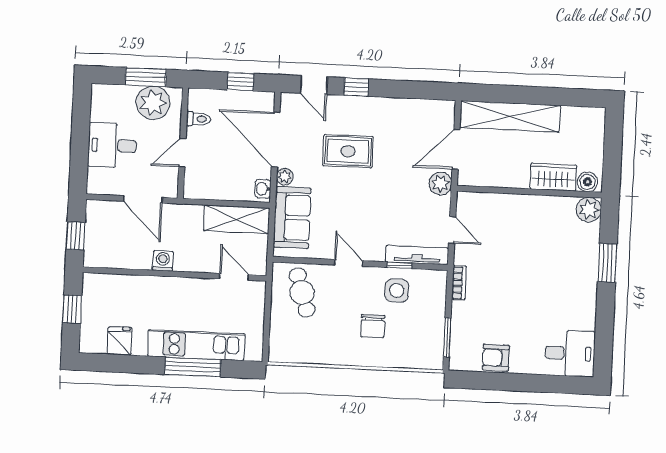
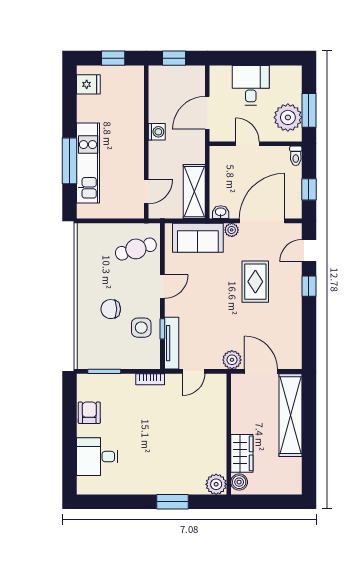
toilet: (198, 119) -> (296, 156), moved
fridge: (120, 341) -> (88, 84), moved
desk: (570, 353) -> (97, 457), moved, turned 90

